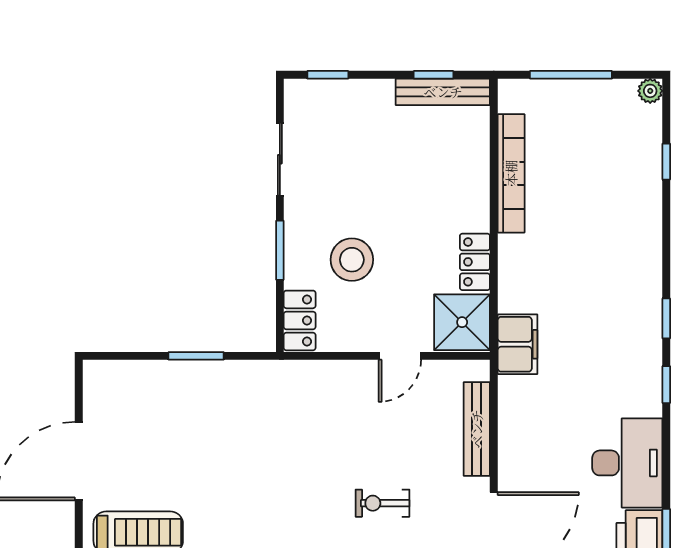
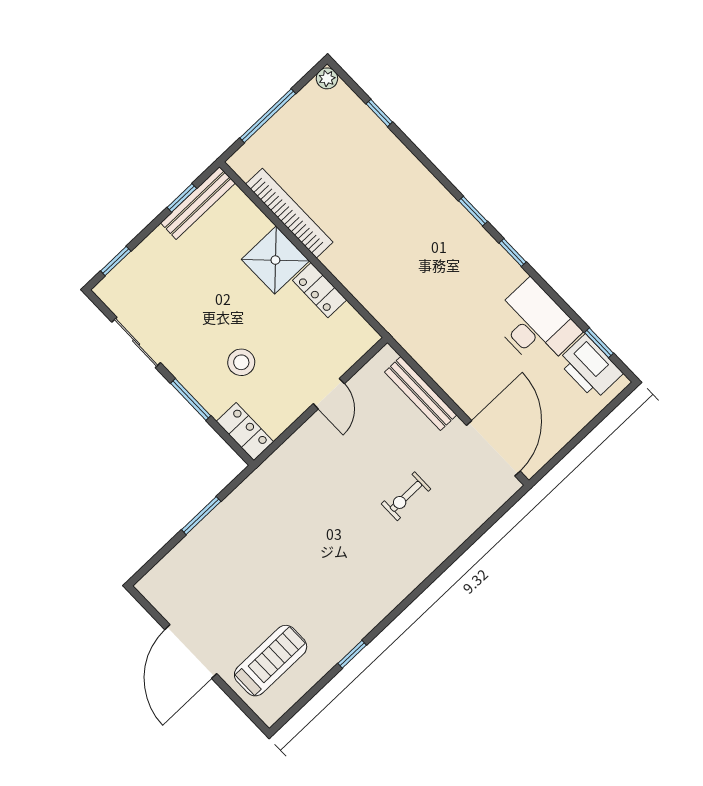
stool: (352, 260) -> (241, 362), width x0.73, depth x0.73
shower: (462, 322) -> (275, 260), moved
filing cabinet: (518, 344) -> (395, 316), removed

